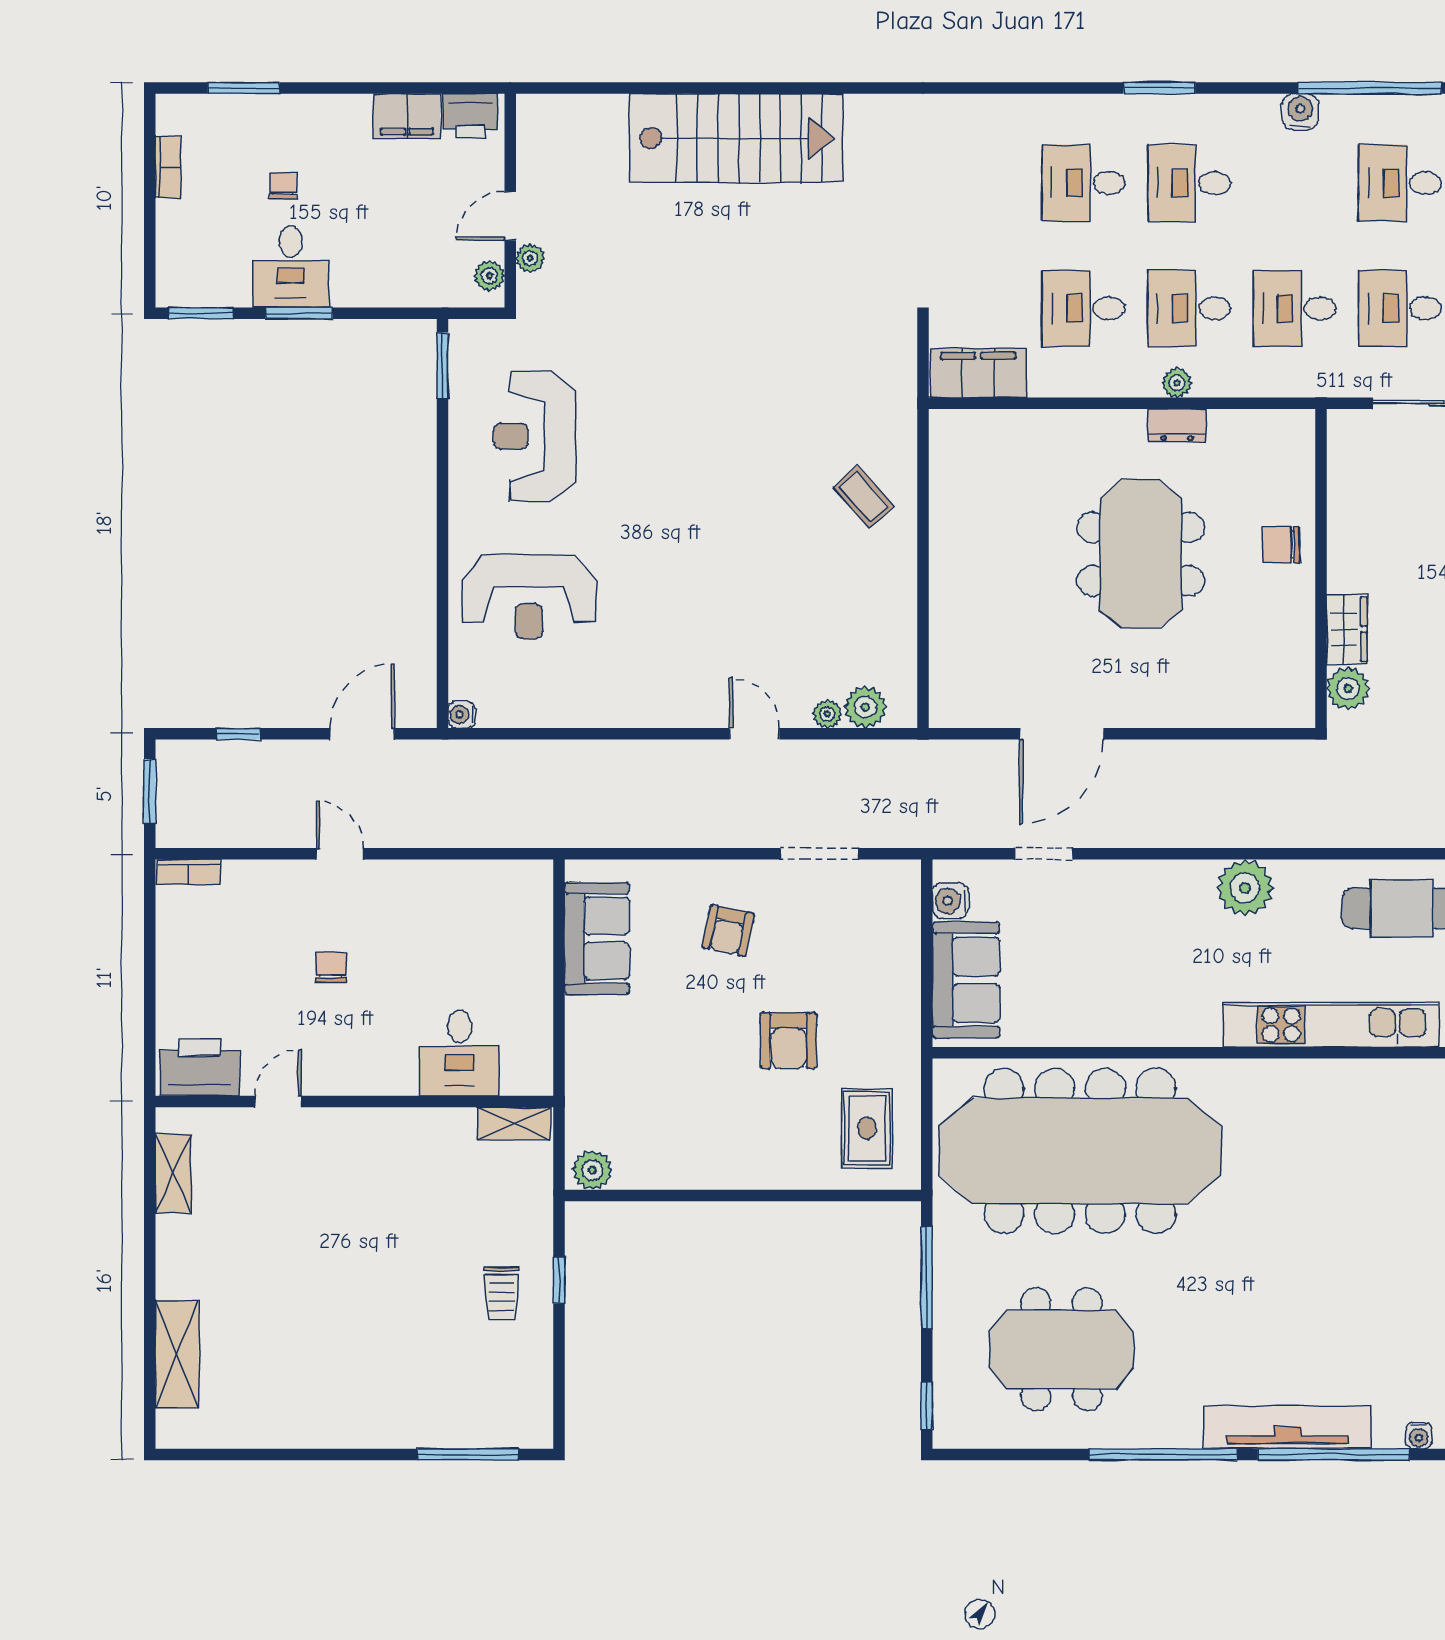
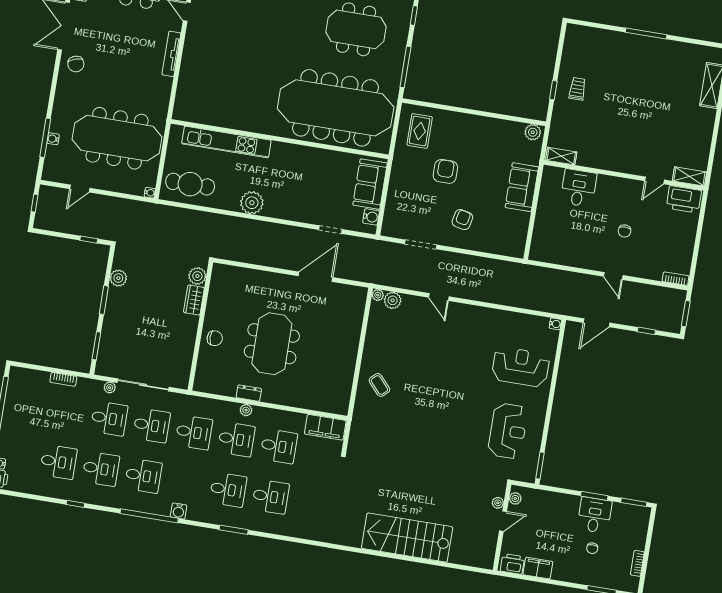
plant: (827, 714) -> (378, 295), moved
sofa: (597, 938) -> (522, 187), moved
shelving: (173, 1174) -> (689, 176), moved, turned 90
window: (468, 1454) -> (646, 33), moved

